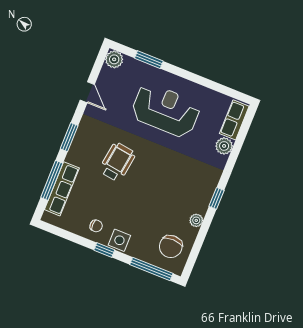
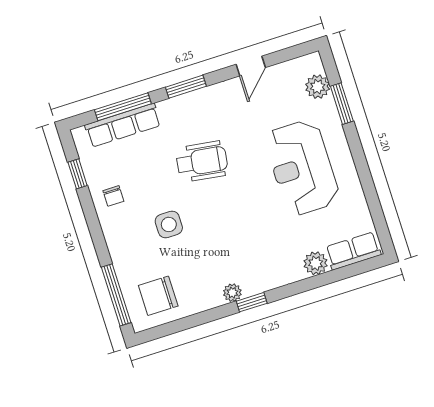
plant: (114, 59) -> (318, 87), moved
reception desk: (166, 110) -> (302, 168), turned 180
plant: (196, 220) -> (232, 293), moved
side table: (119, 240) -> (169, 224), moved
window: (104, 250) -> (78, 174), moved

